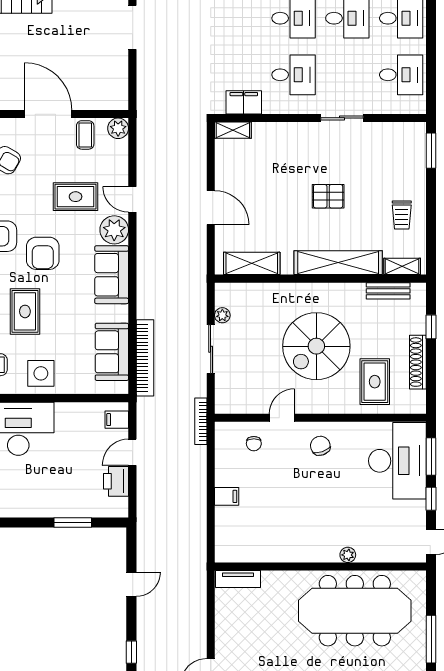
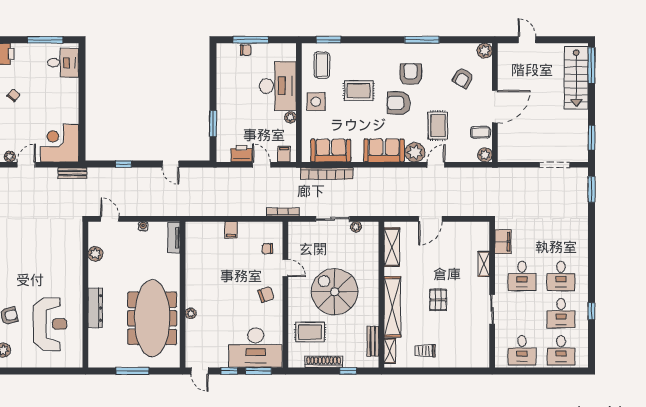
shelving: (233, 130) -> (484, 264), moved
window: (431, 151) -> (470, 371), removed
plant: (64, 410) -> (291, 117), added
water cooler: (221, 624) -> (143, 226), added

